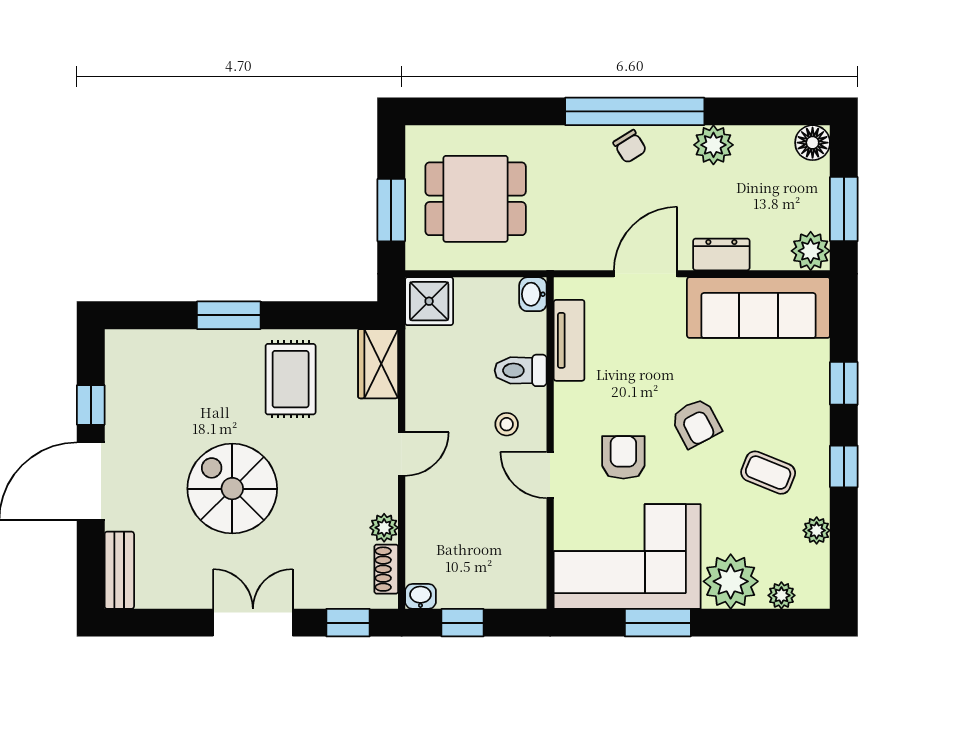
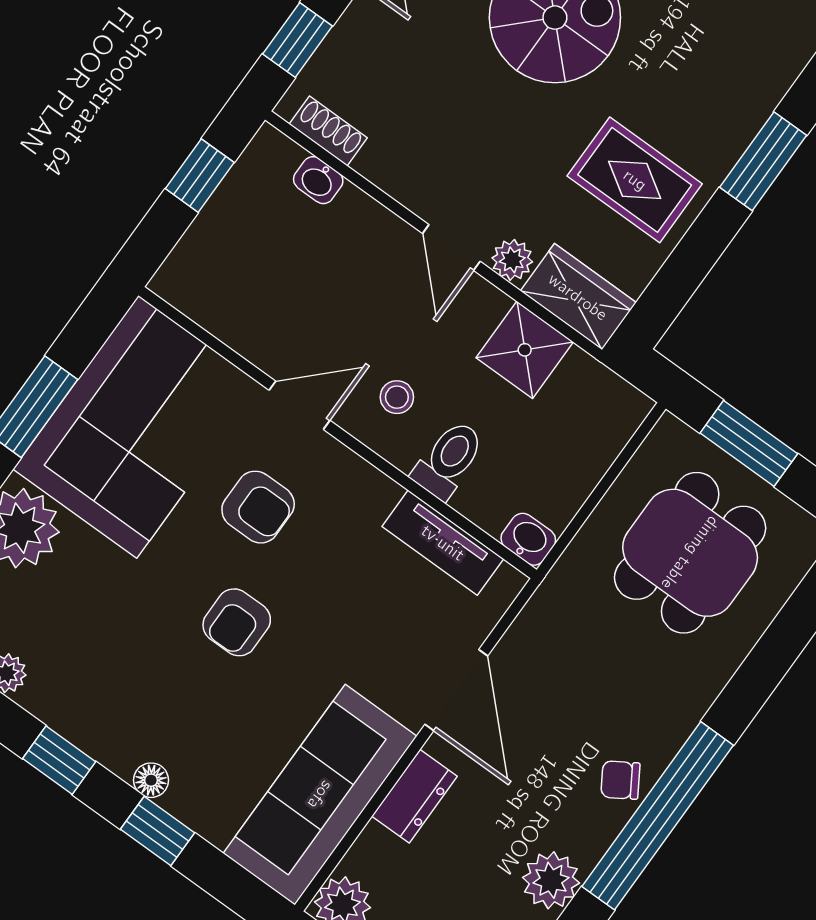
shower: (429, 301) -> (525, 350), moved
floor lamp: (818, 407) -> (151, 780), added
armchair: (696, 423) -> (237, 622), turned -62
coffee table: (768, 473) -> (117, 665), removed
plant: (384, 528) -> (512, 260), moved
washbasin: (420, 596) -> (318, 180), moved, turned 90

